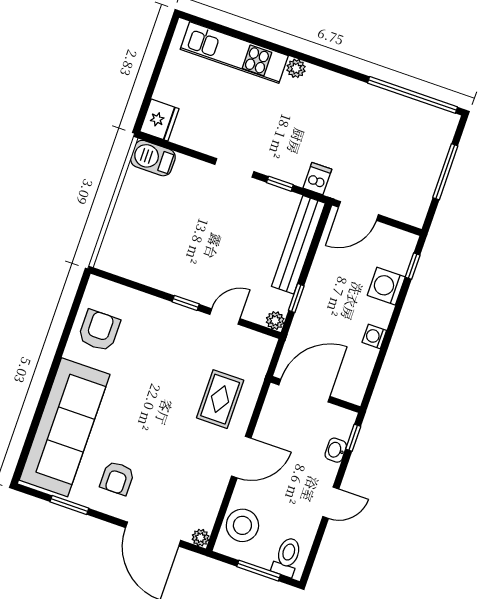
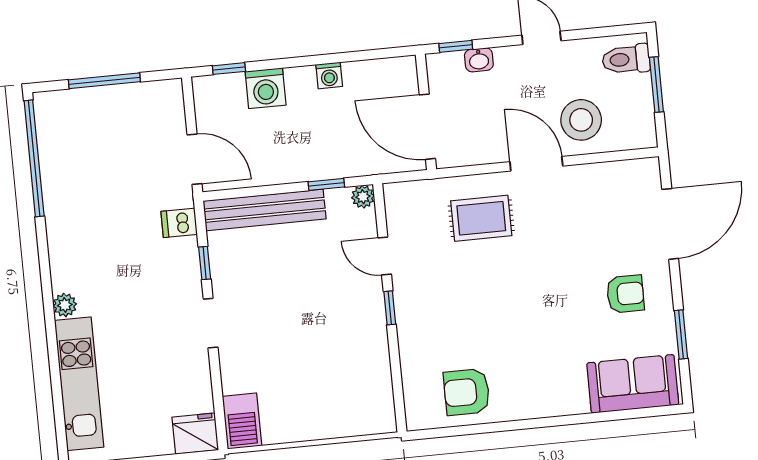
sofa: (65, 427) -> (633, 384), width x0.54, depth x0.79
stool: (242, 525) -> (581, 120), moved
plant: (201, 538) -> (649, 168), removed

